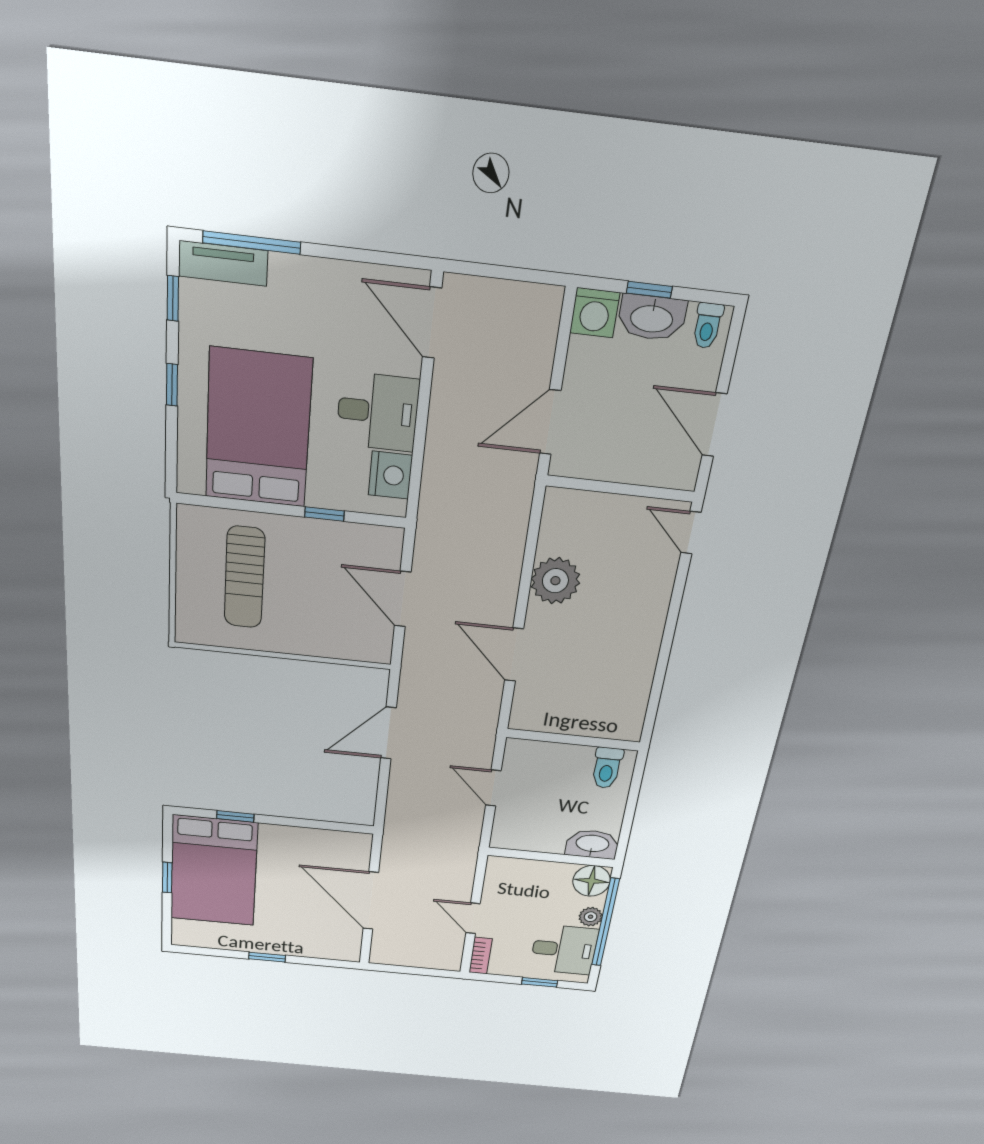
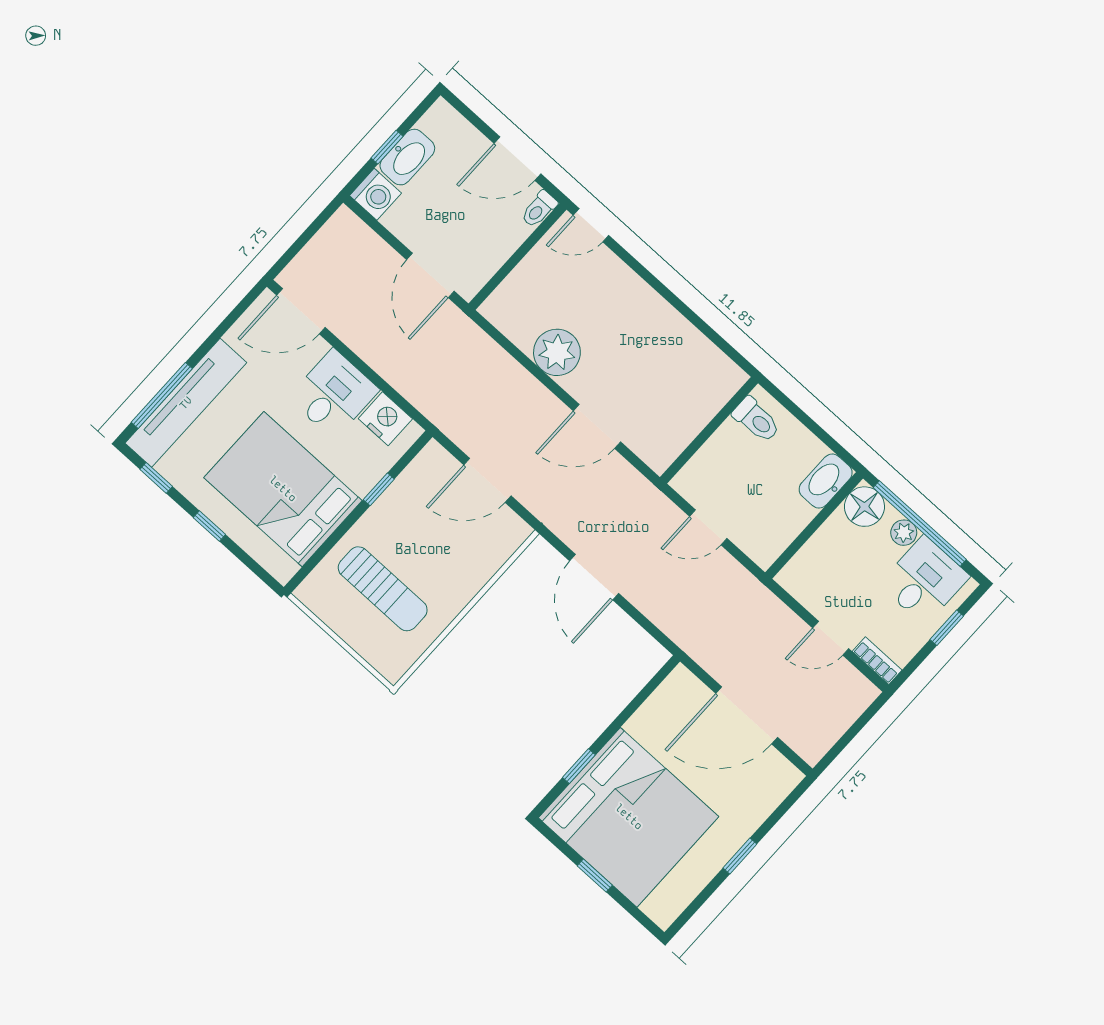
tv unit: (223, 263) -> (186, 403), width x1.92, depth x1.29
toilet: (707, 326) -> (539, 209), moved, turned 90
bed: (214, 871) -> (629, 817), width x1.36

